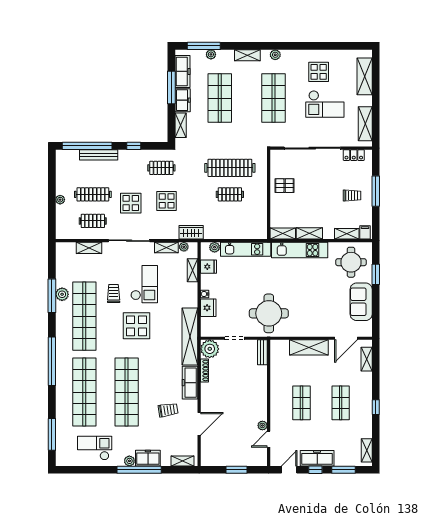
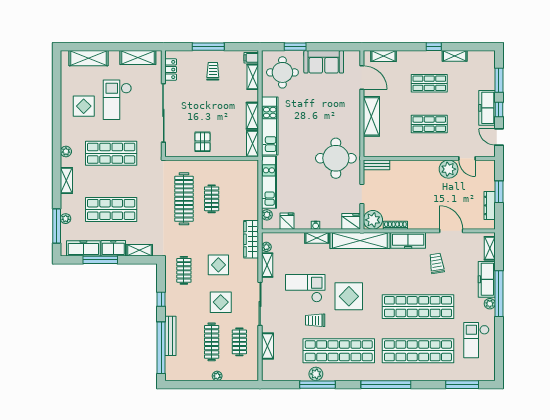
checkout: (325, 104) -> (117, 100), turned 180
wardrobe: (191, 232) -> (251, 239), width x1.50
shelving: (192, 270) -> (317, 238), moved
fridge: (208, 308) -> (351, 221), moved
plant: (262, 425) -> (449, 169), width x1.88, depth x1.88
shelving: (367, 450) -> (455, 56), moved
freezer: (148, 458) -> (487, 279), width x1.40
dresser: (224, 461) -> (490, 205), added

